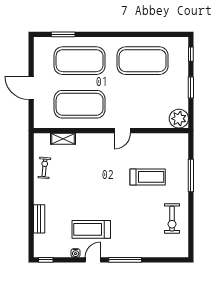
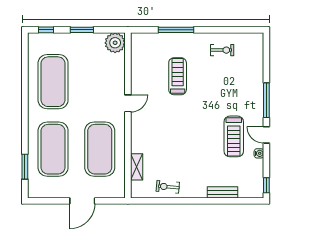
door: (122, 131) -> (128, 103), hinge flipped
exercise bike: (172, 219) -> (222, 50), width x0.73, depth x0.72

